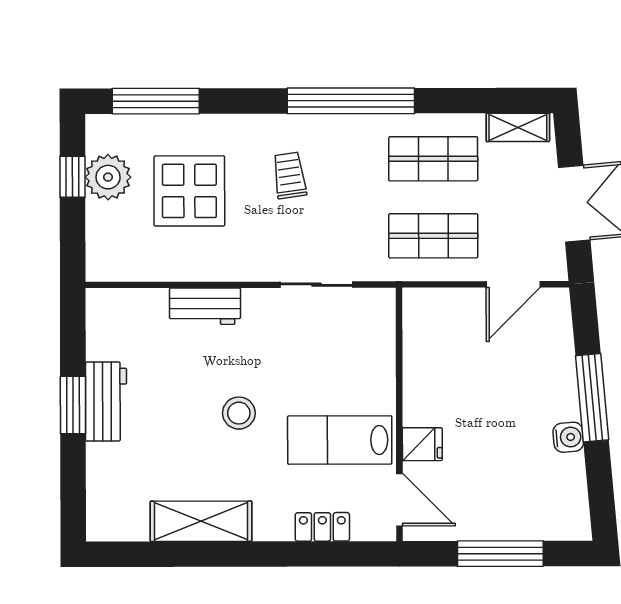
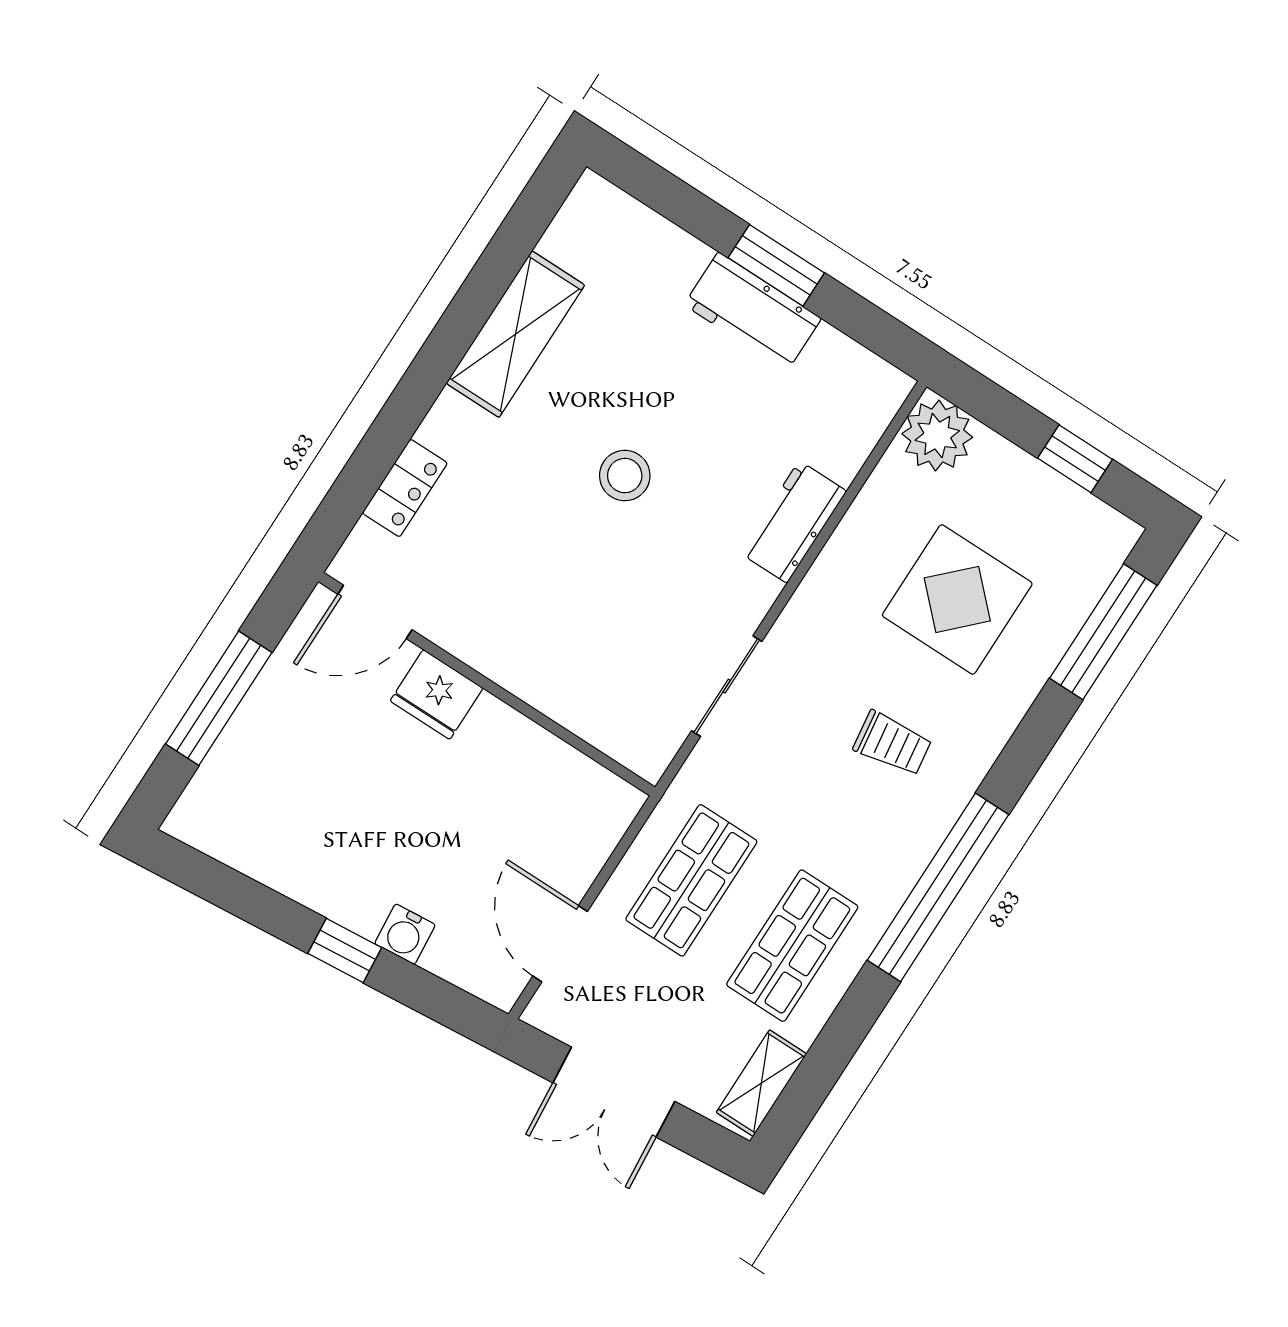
plant: (108, 177) -> (937, 435), moved
window: (592, 398) -> (345, 951), width x0.46
water cooler: (568, 437) -> (405, 934), moved
lab bench: (340, 440) -> (504, 585), removed
fridge: (422, 444) -> (437, 694), width x1.38

